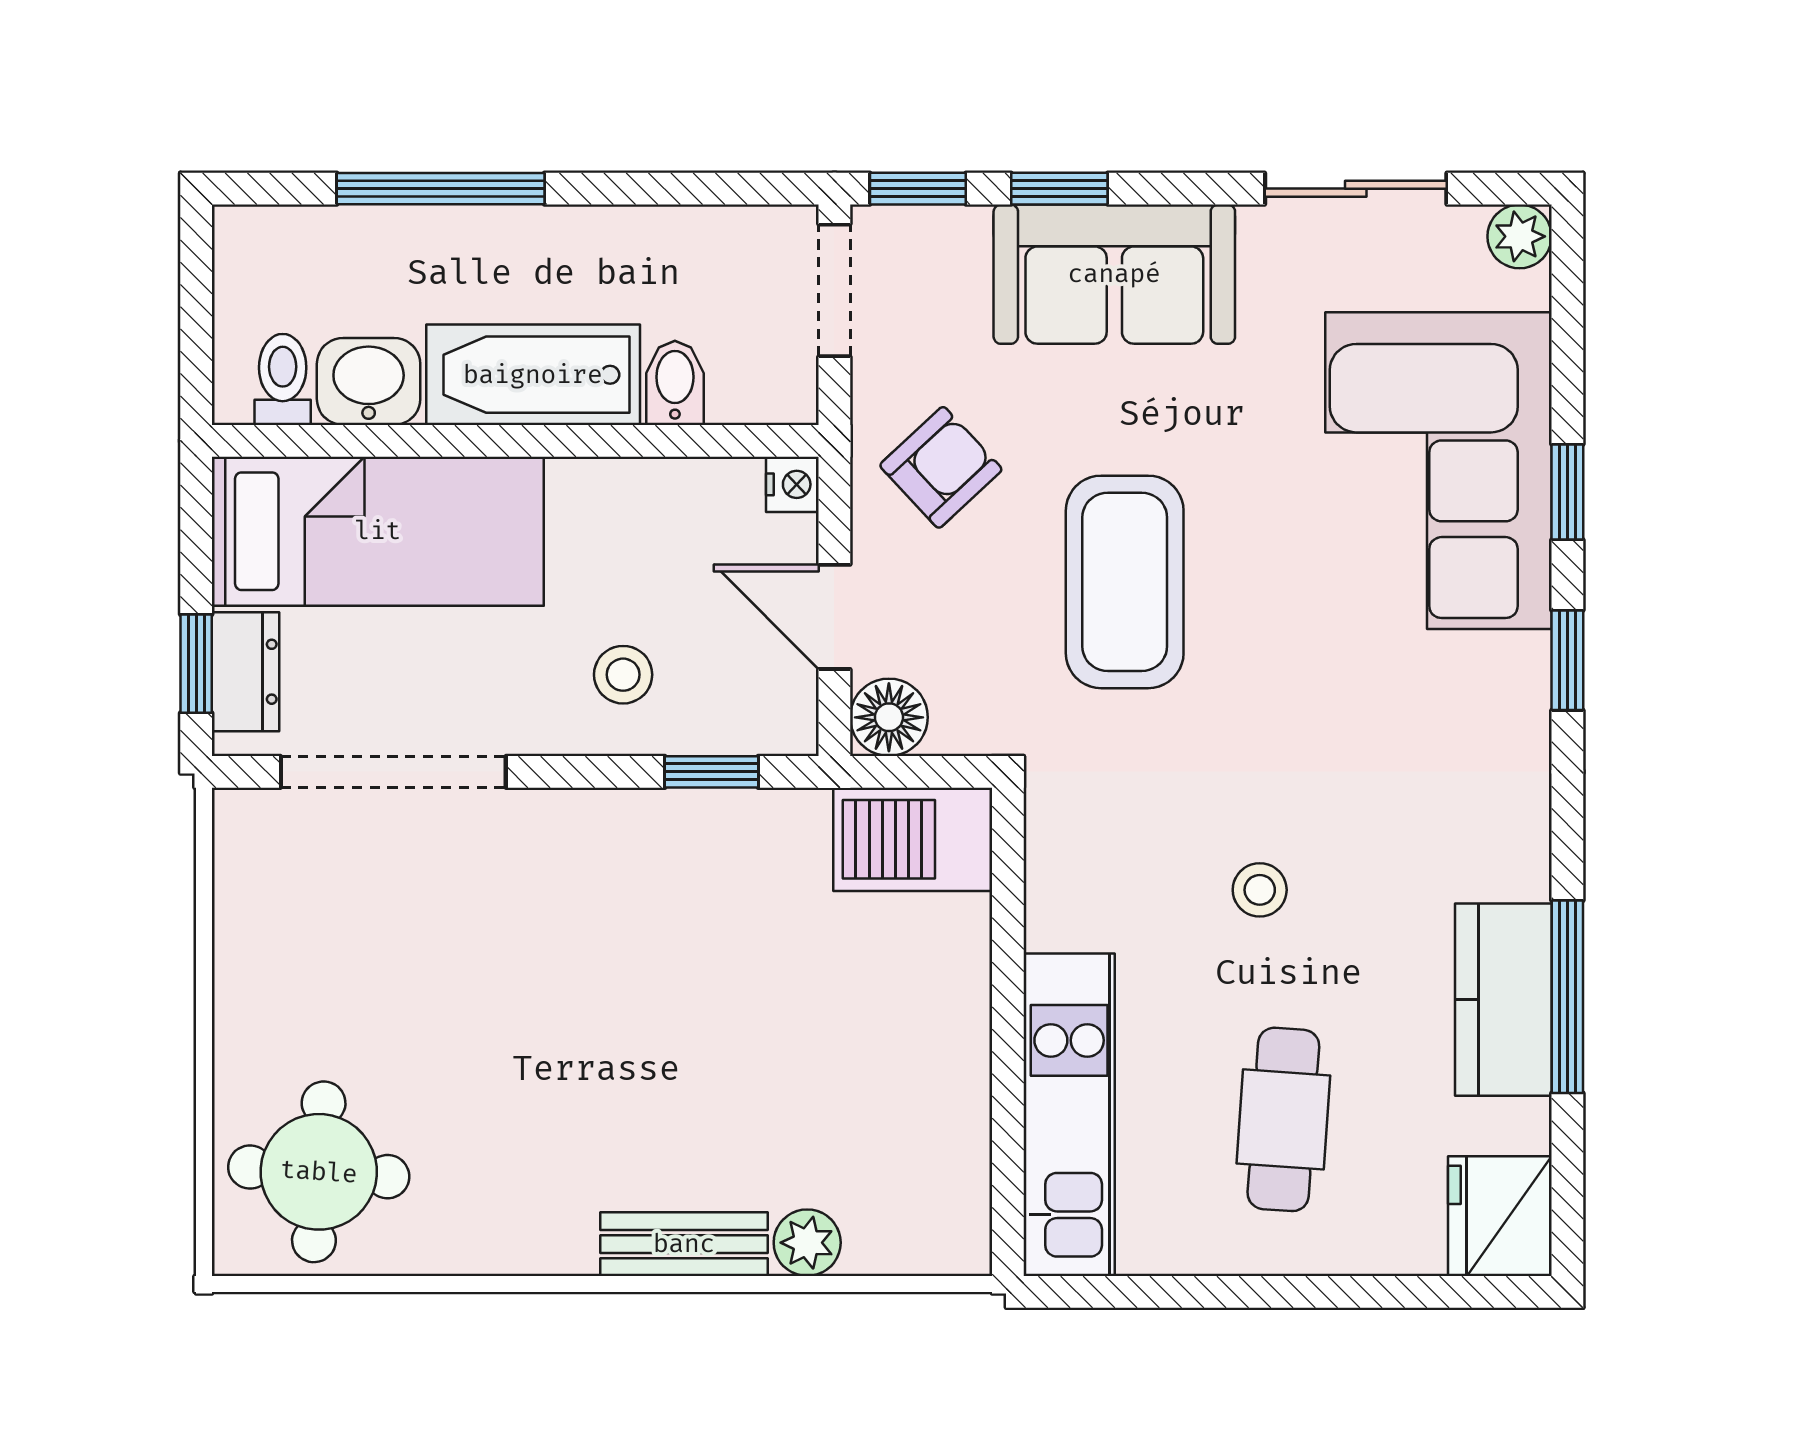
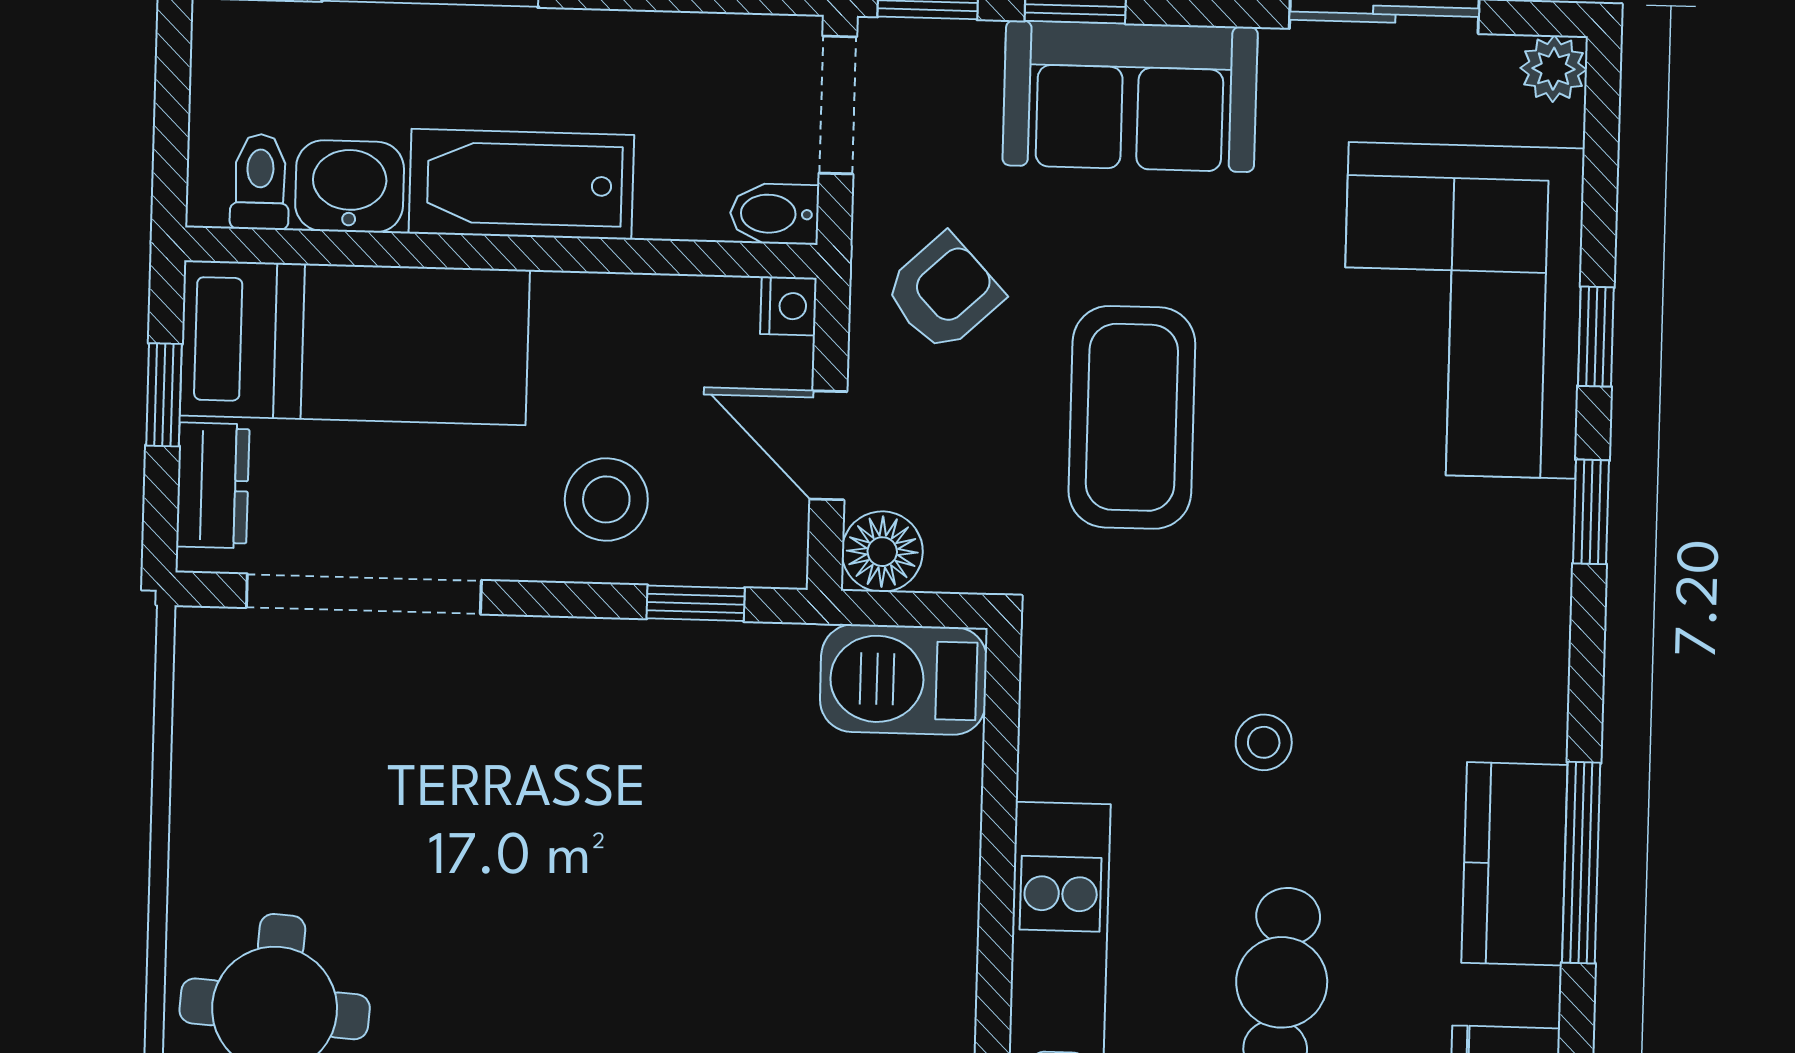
bidet: (675, 383) -> (774, 214), moved, turned -90
window: (196, 664) -> (164, 395), moved
stool: (623, 675) -> (606, 499), width x1.37, depth x1.37

